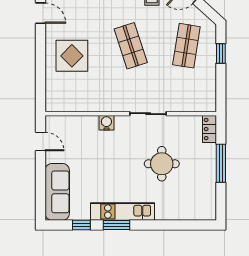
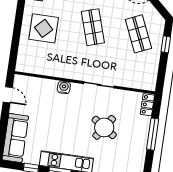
shop shelf: (186, 46) -> (138, 34), turned -33
round table: (162, 164) -> (104, 127), turned 34

